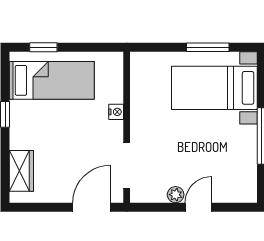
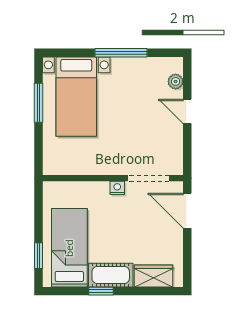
nightstand: (116, 112) -> (117, 188), moved
cot: (22, 125) -> (111, 275), added
plant: (176, 195) -> (176, 81), moved

